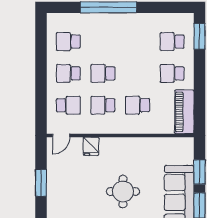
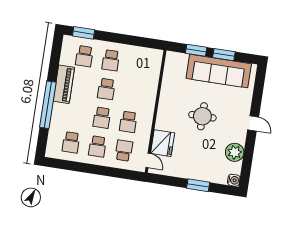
school desk: (138, 105) -> (106, 89), moved
piano: (184, 112) -> (64, 84), moved, turned -90
fridge: (91, 146) -> (163, 143), width x1.88, depth x1.34
window: (41, 183) -> (198, 185), moved

